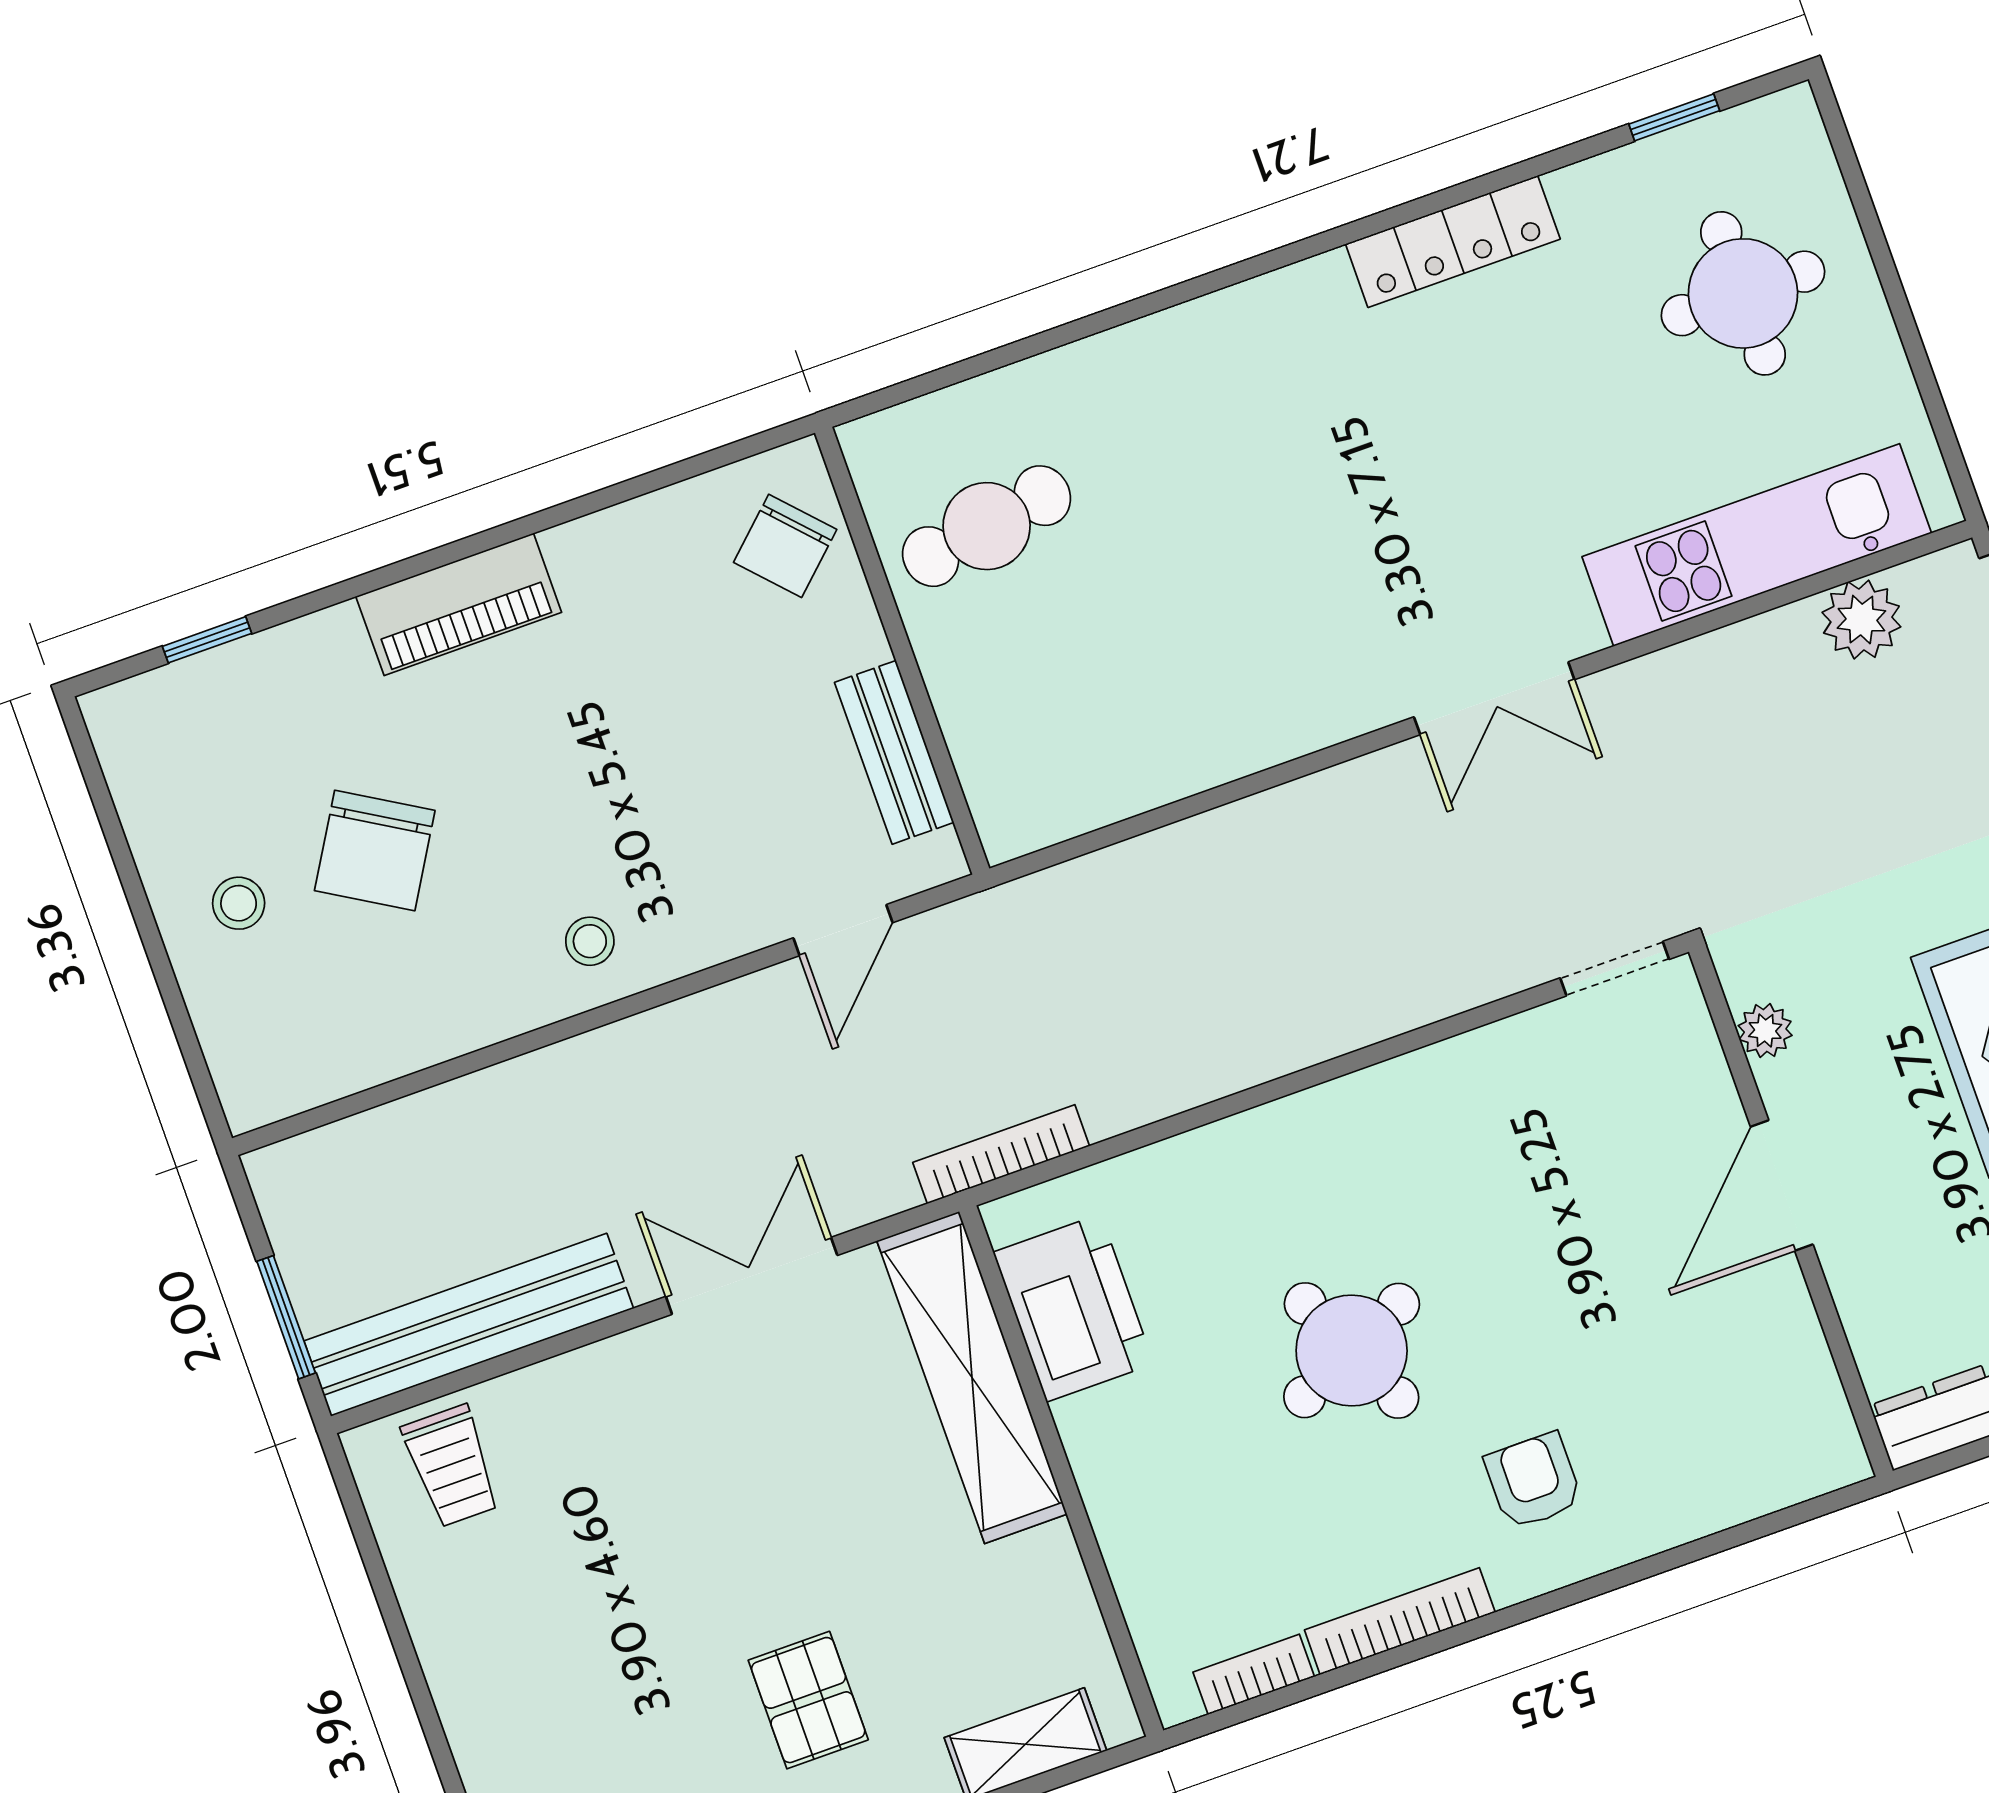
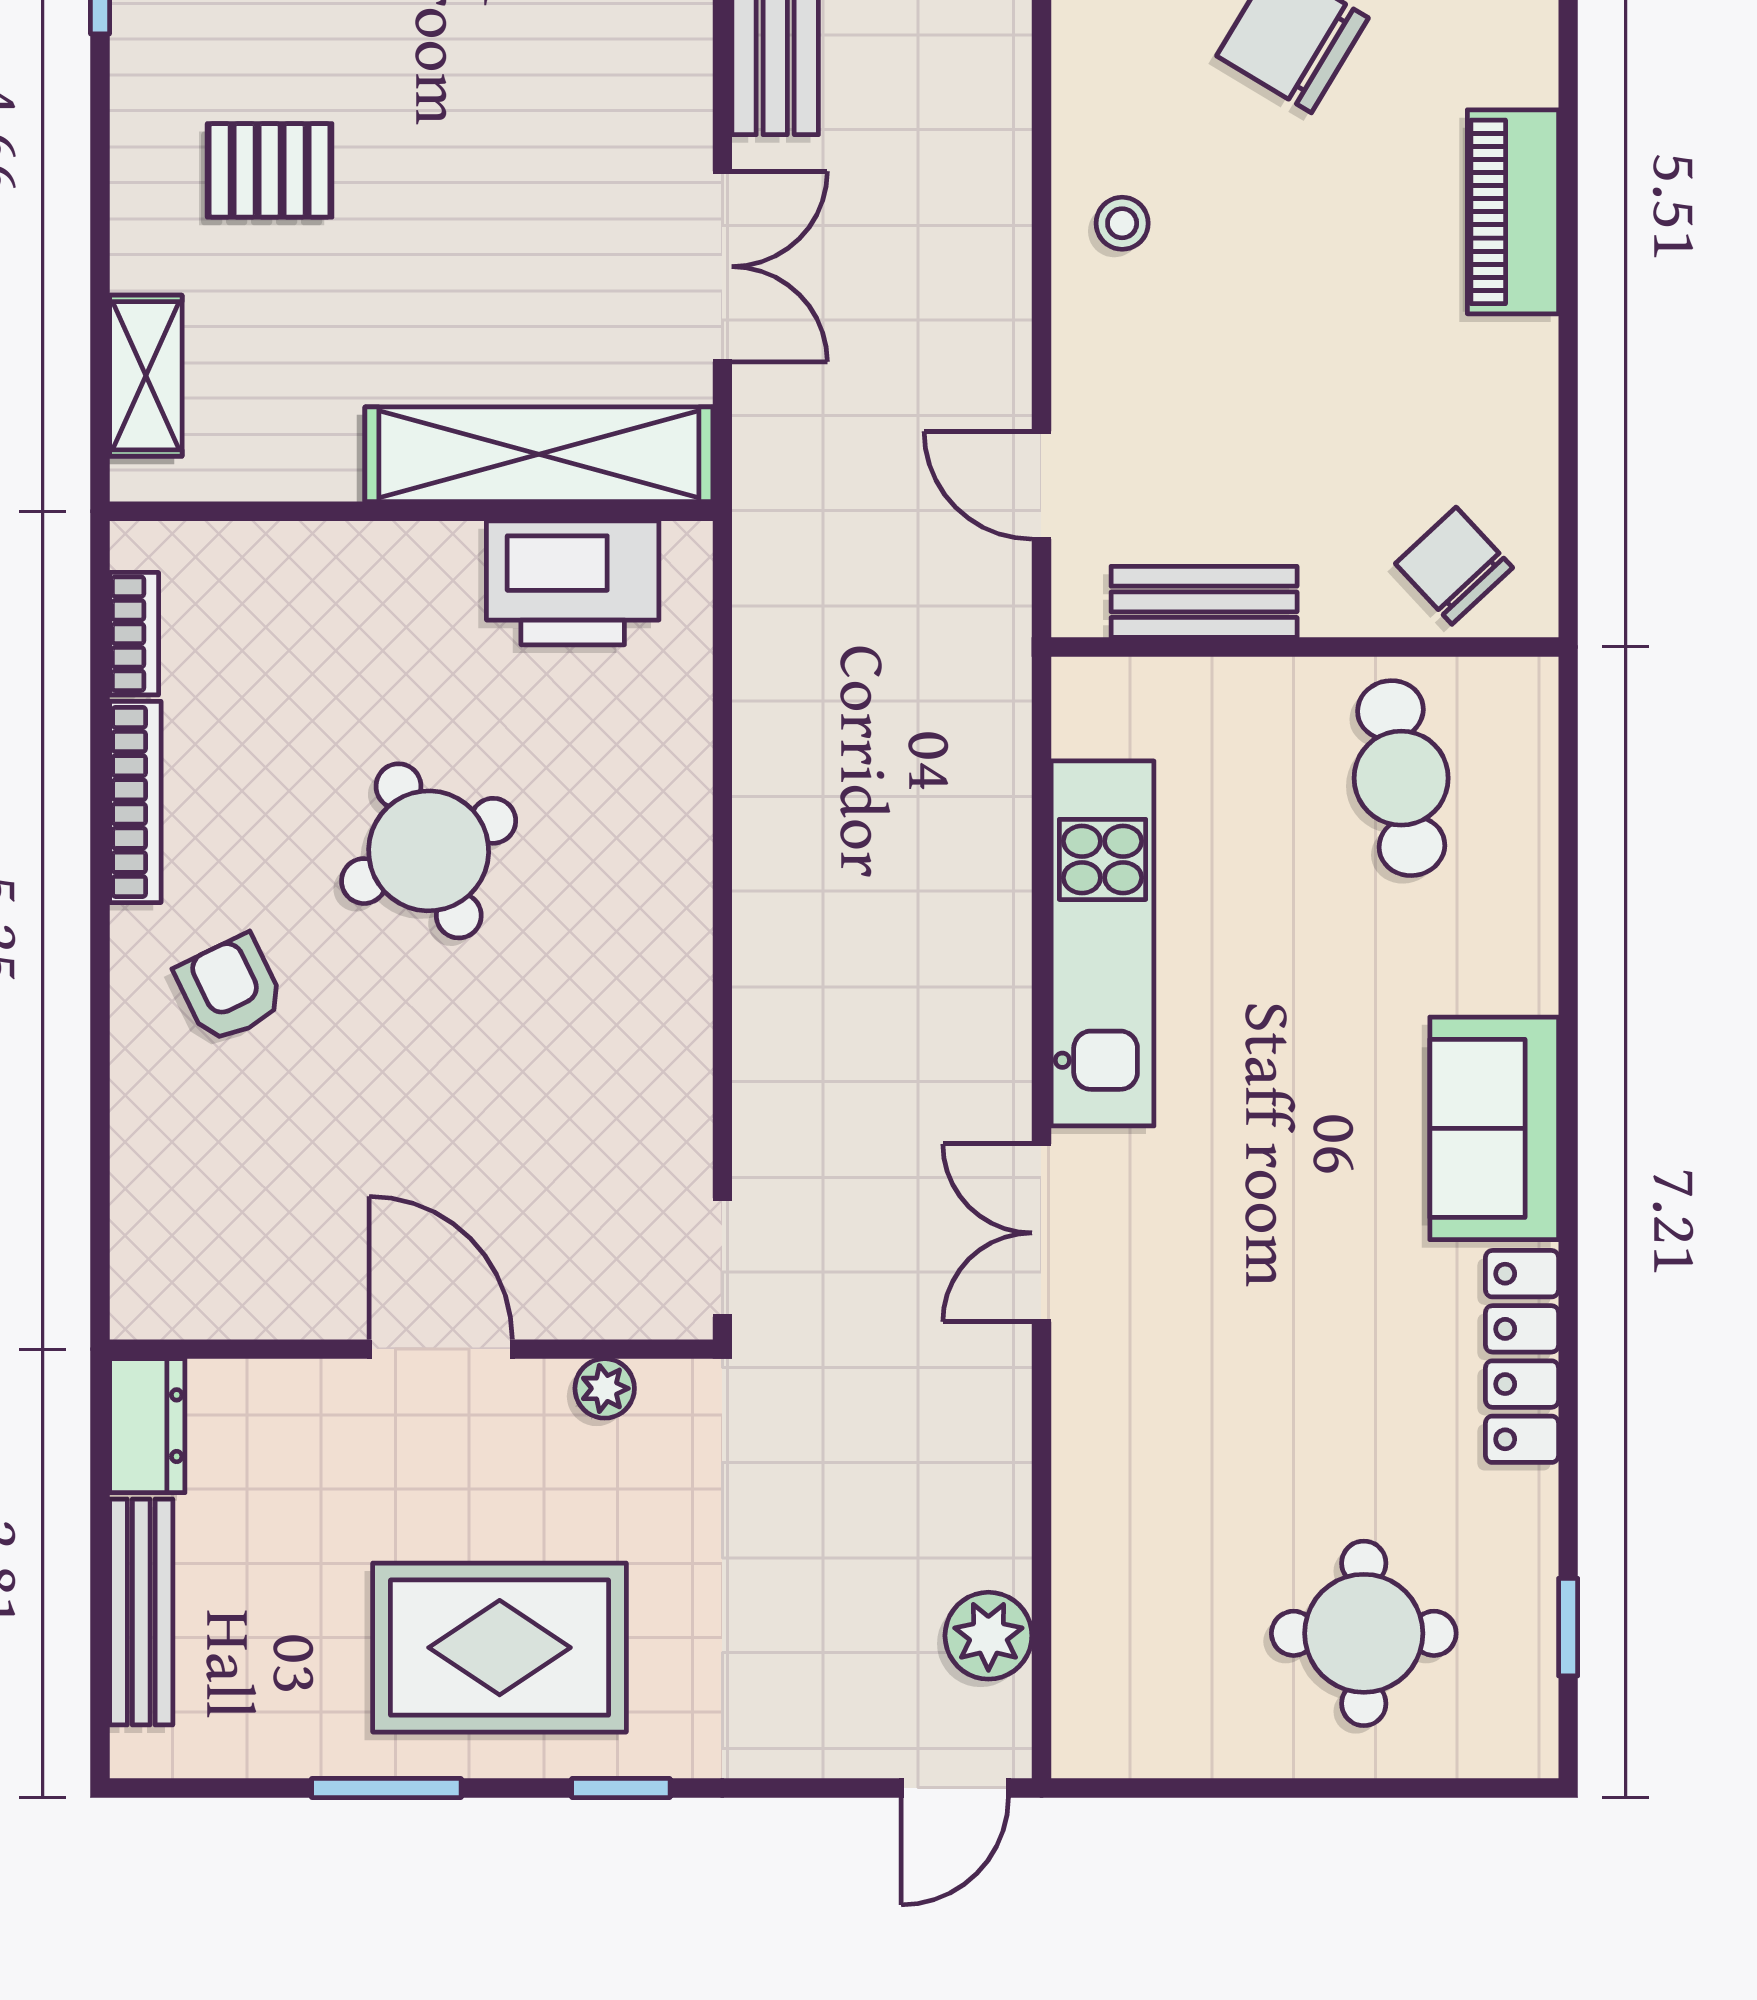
sofa: (1263, 336) -> (1494, 1128), added
kitchen unit: (1757, 545) -> (1103, 943), moved
bookcase: (1001, 1154) -> (756, 565), removed
armchair: (1533, 1481) -> (230, 989), turned -116

